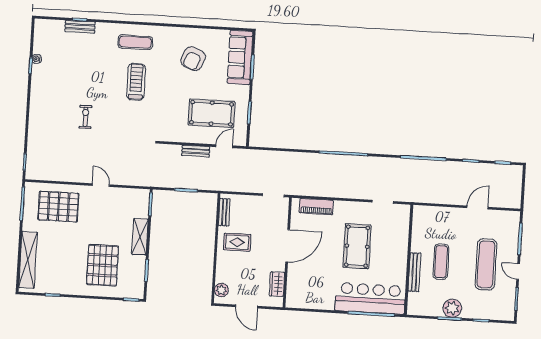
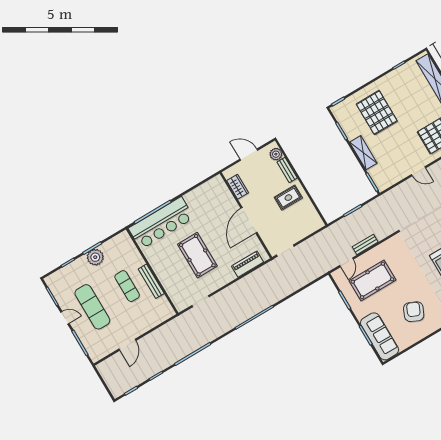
bench: (224, 212) -> (287, 170), moved
bench: (415, 272) -> (151, 281), moved

